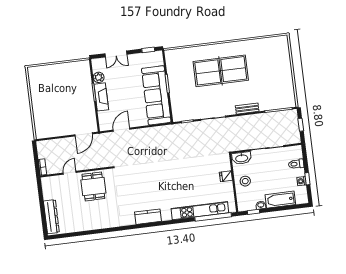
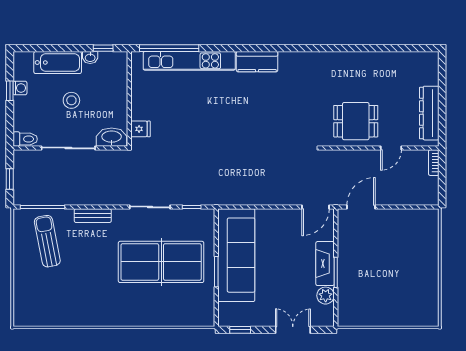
table tennis table: (221, 71) -> (161, 262), moved
sun lounger: (273, 89) -> (47, 241), added
door: (122, 130) -> (316, 207), moved
toilet: (296, 164) -> (25, 139), moved
fridge: (226, 176) -> (141, 129), moved
stool: (245, 181) -> (71, 100), moved
dining table: (93, 186) -> (356, 121), turned 90
dresser: (51, 217) -> (429, 113), moved
kitchen counter: (148, 217) -> (257, 62), moved

